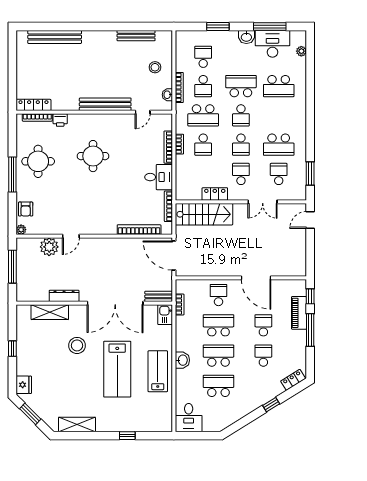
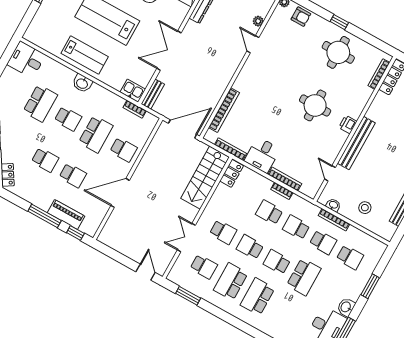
school desk: (203, 86) -> (323, 242), turned 180
school desk: (279, 86) -> (258, 297), moved
school desk: (203, 115) -> (296, 227), width x0.54
printer: (60, 120) -> (348, 124), moved
window: (12, 174) -> (339, 22), width x0.46
locker: (215, 194) -> (232, 173), moved
armchair: (26, 209) -> (301, 17), turned 180
plant: (49, 247) -> (258, 21), width x0.53, depth x0.53
double door: (115, 303) -> (169, 51), width x0.73
school desk: (218, 356) -> (68, 119), width x0.54

